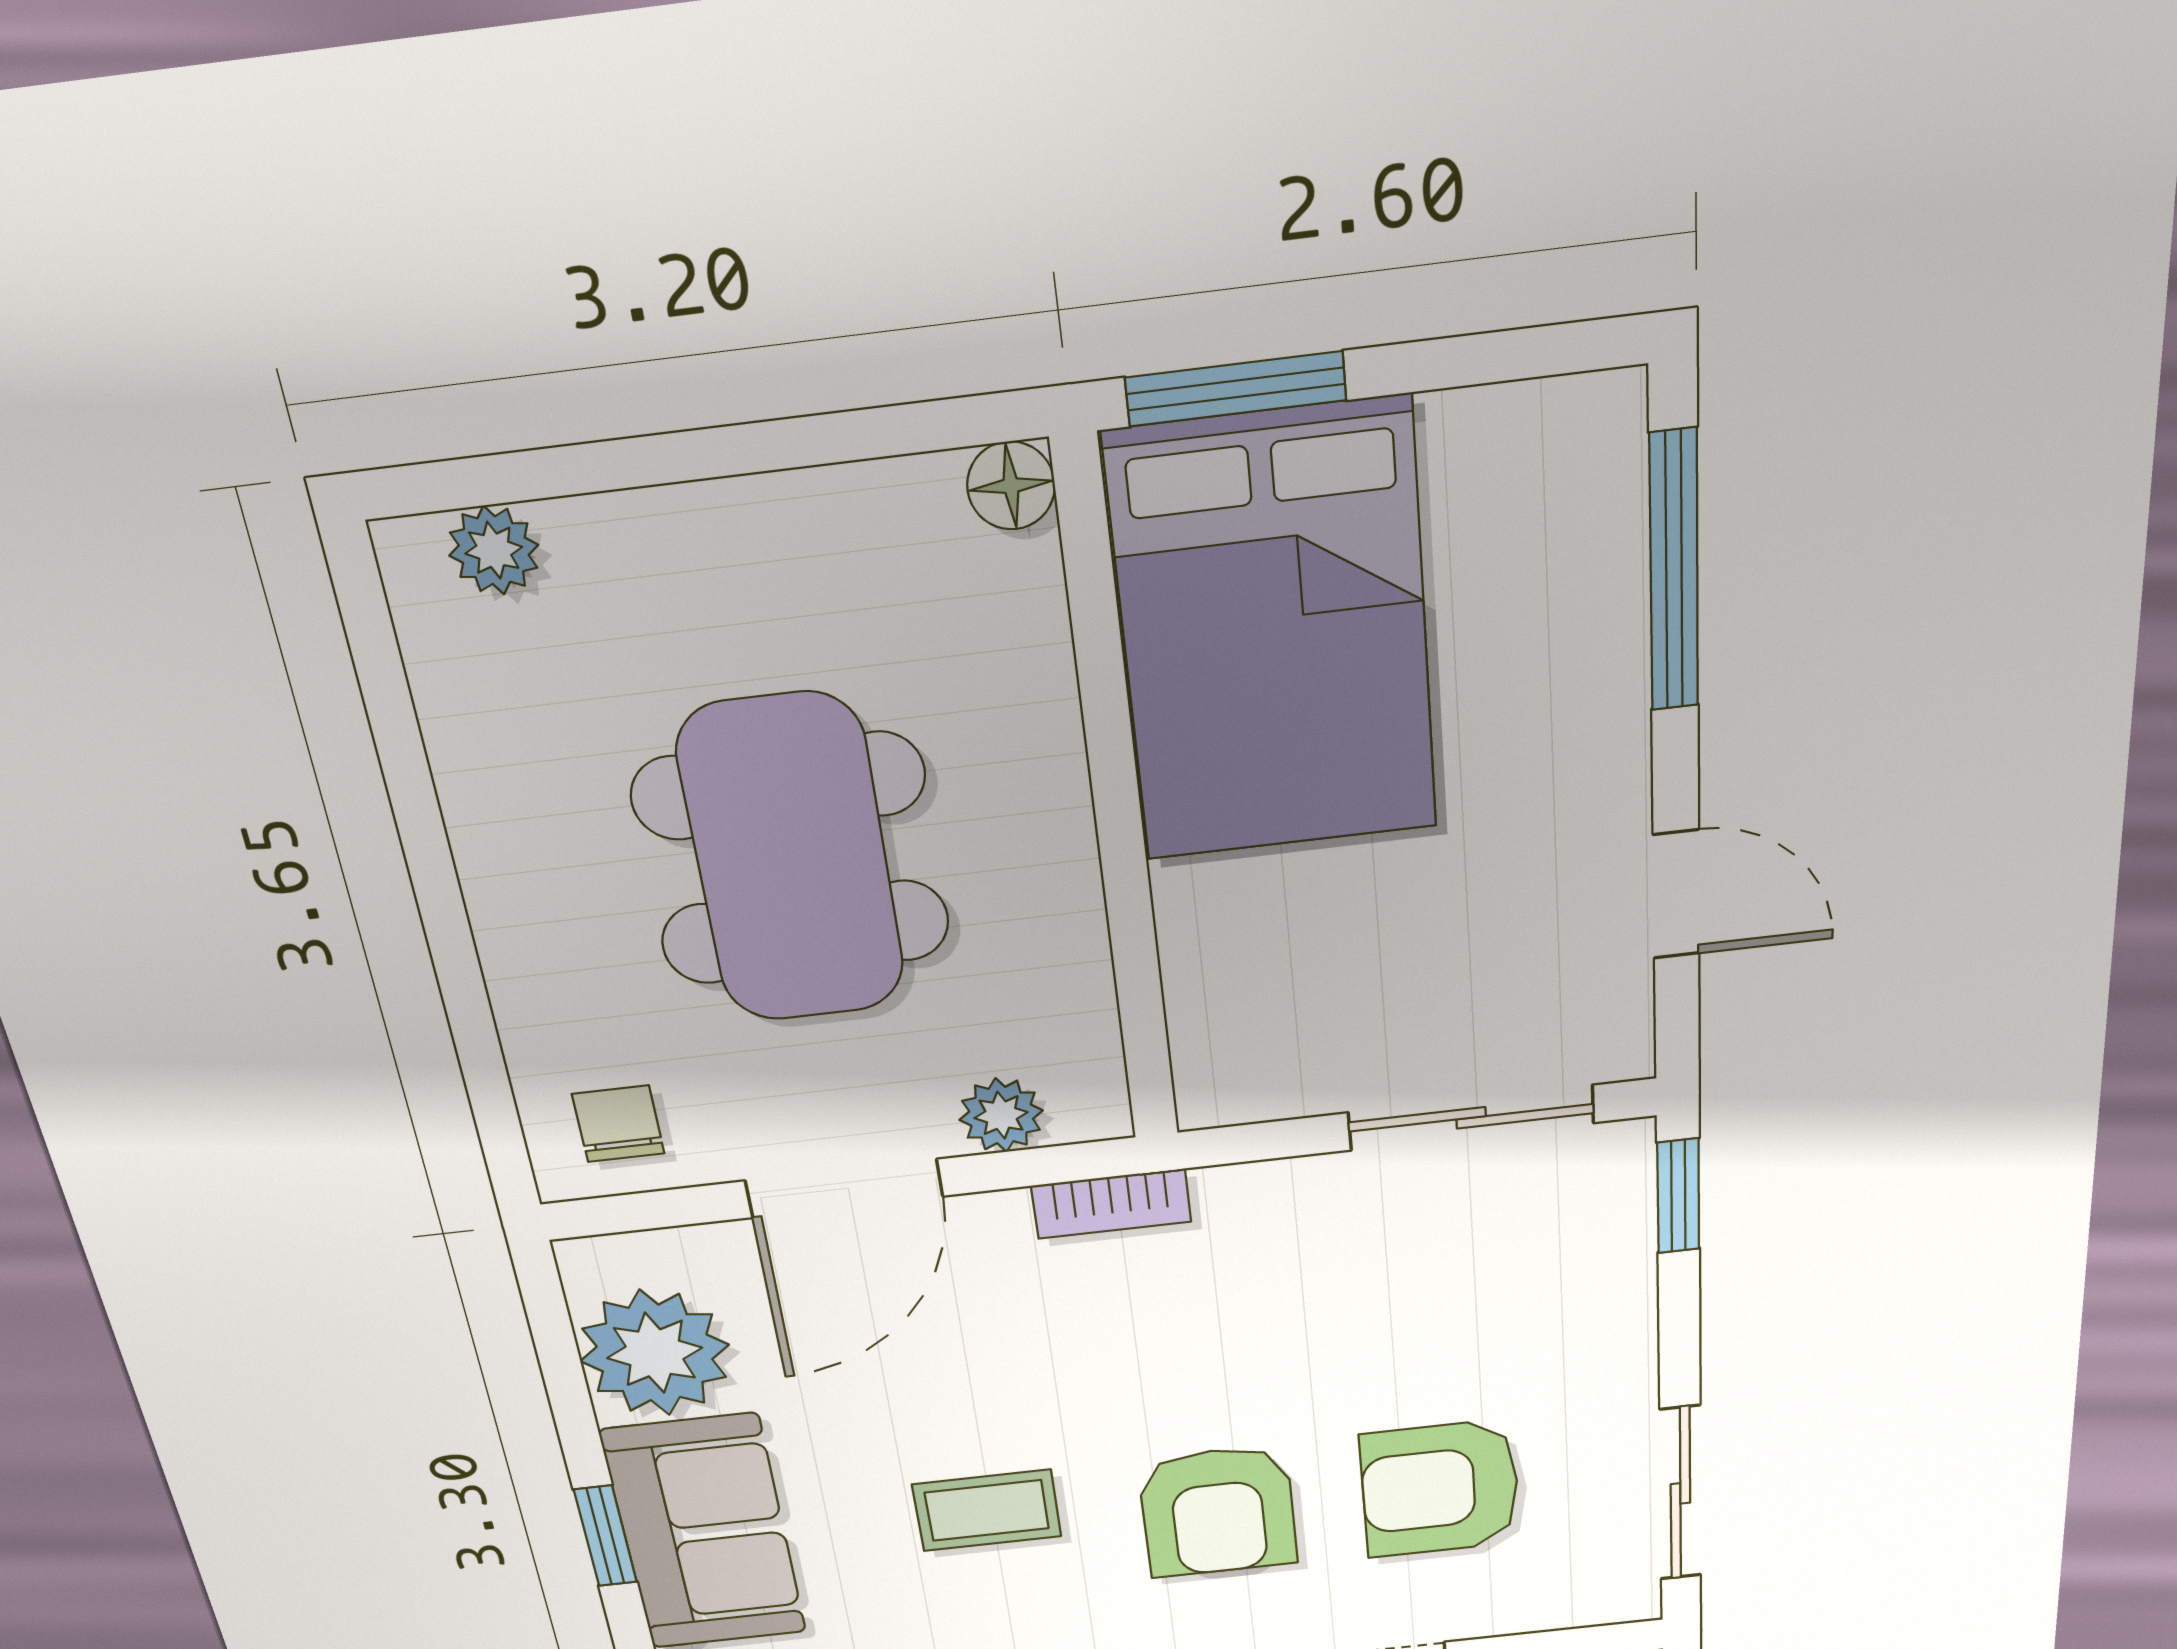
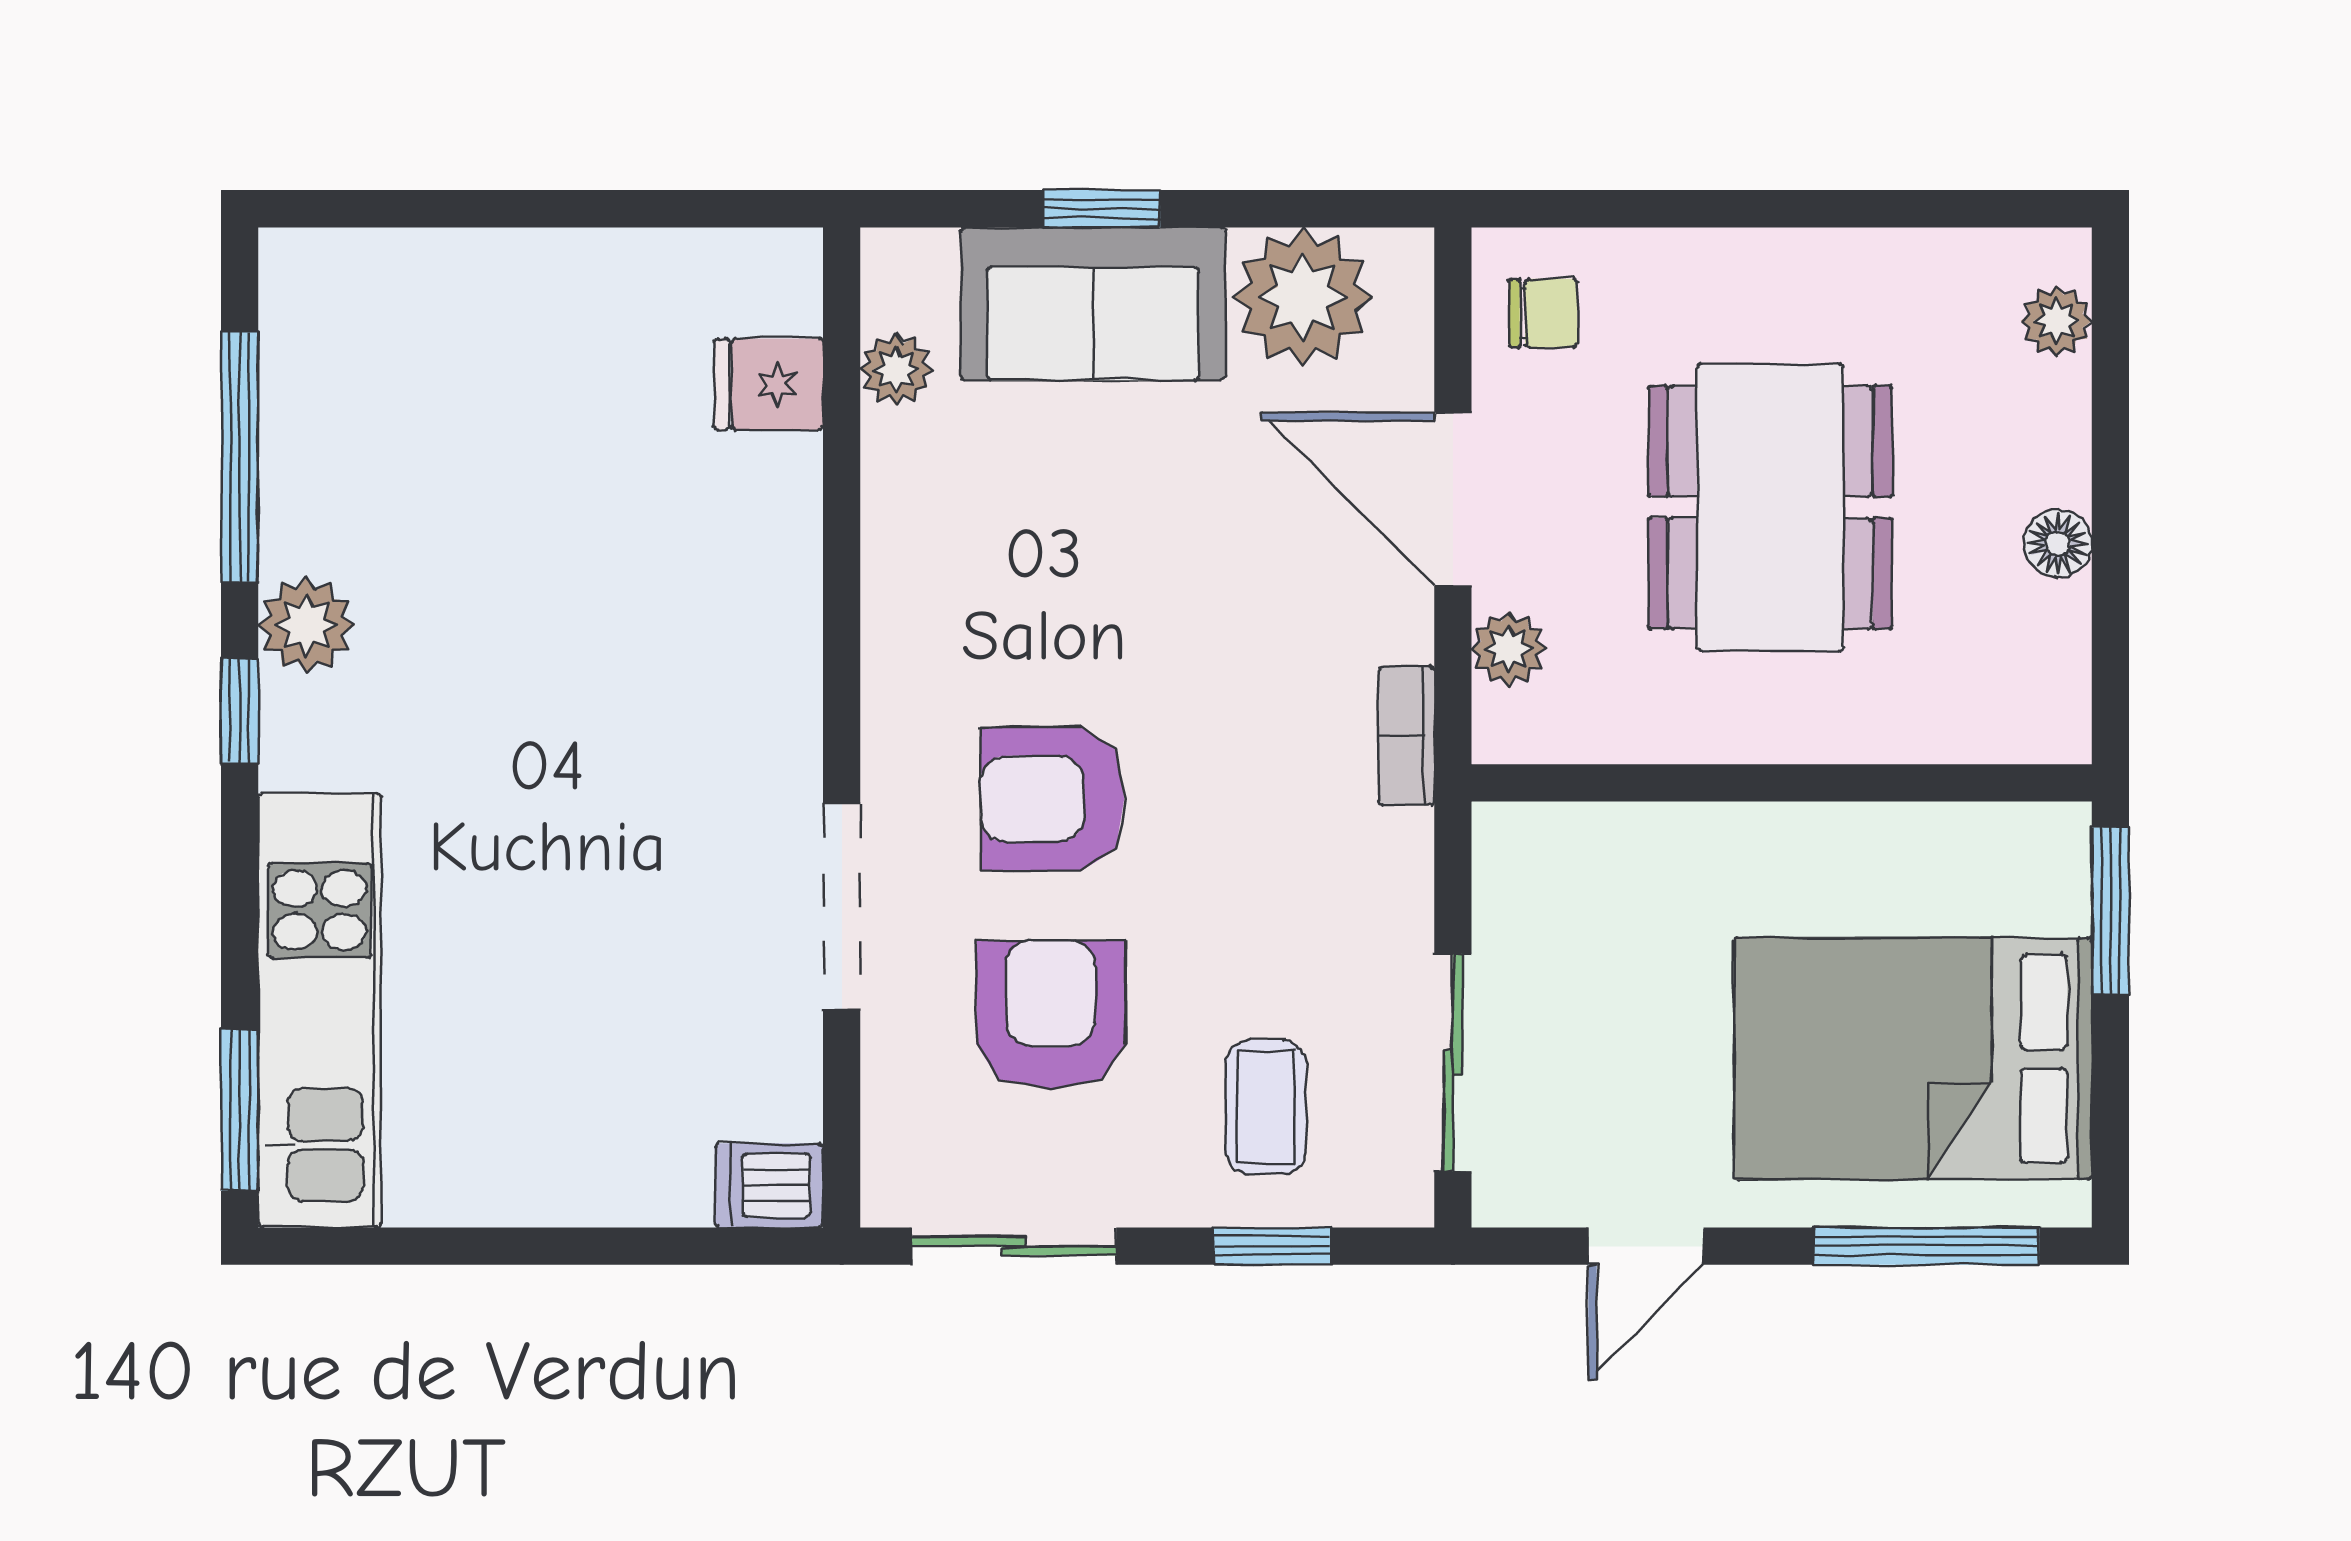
floor lamp: (1011, 486) -> (2058, 544), moved
bed: (1275, 636) -> (1913, 1059), moved
dining table: (792, 860) -> (1770, 507), turned 90
window: (1678, 1196) -> (1272, 1246), moved
coffee table: (987, 1510) -> (1266, 1107), moved

